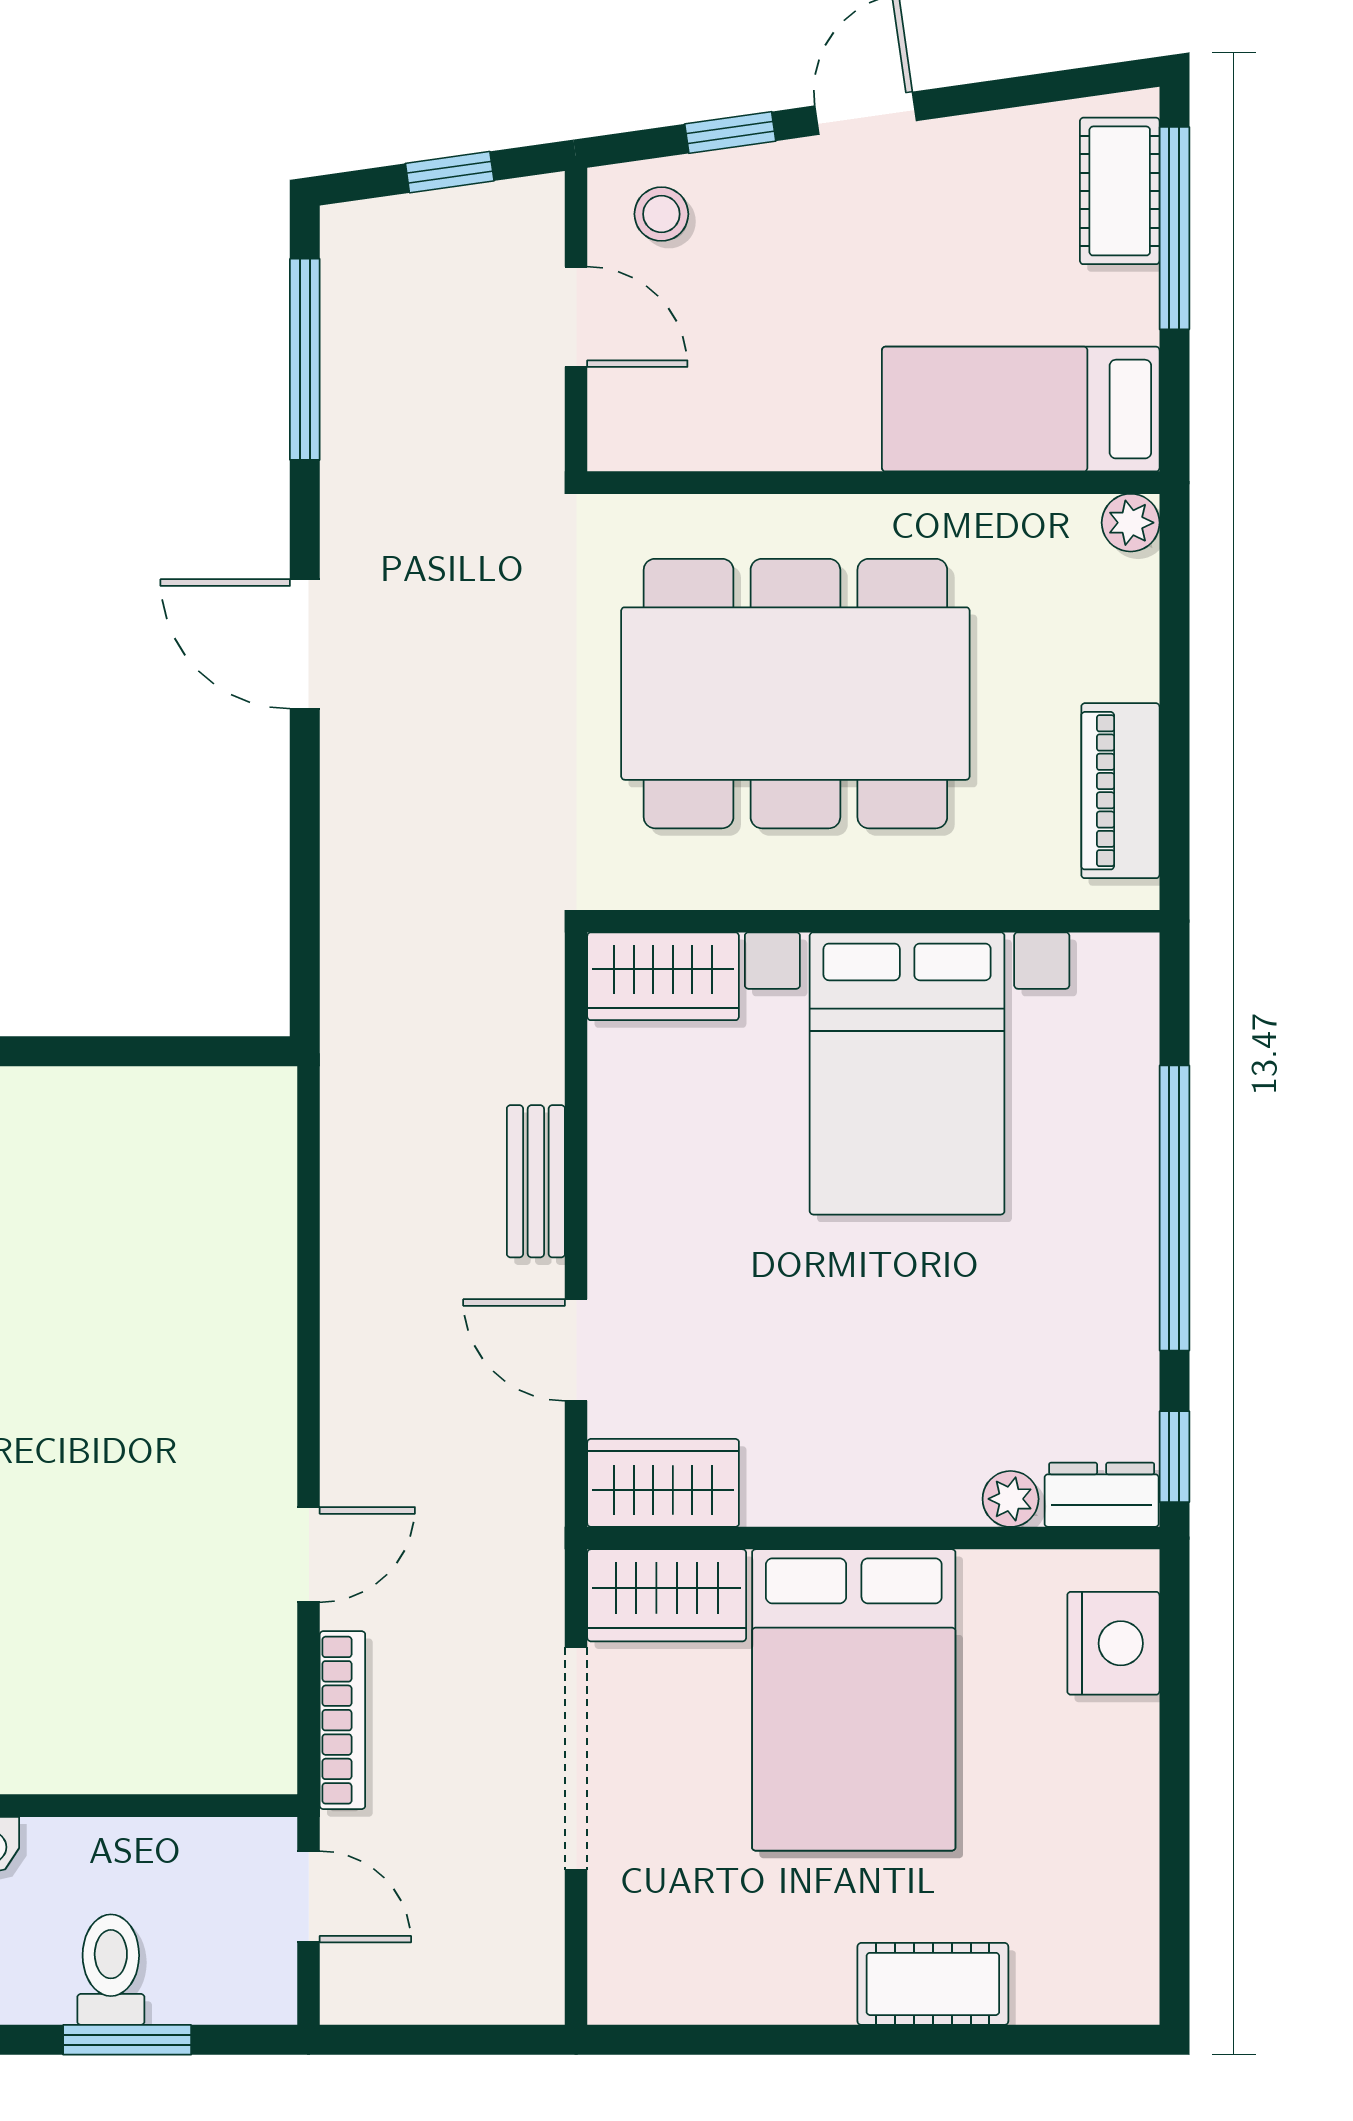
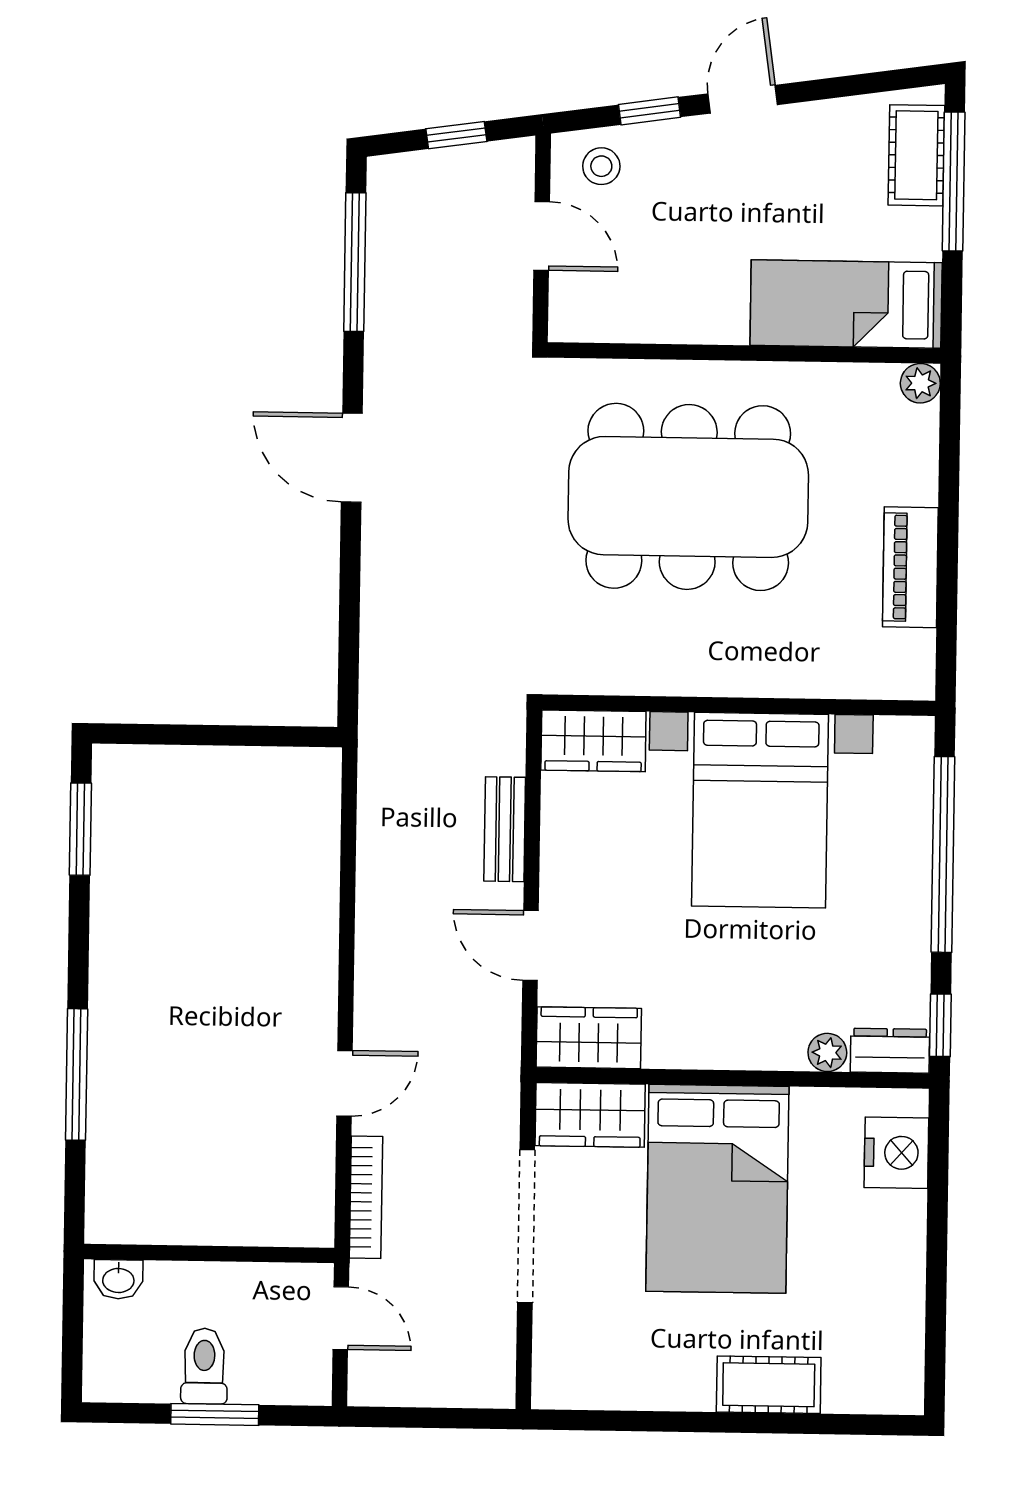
wall: (873, 921) -> (739, 705), moved
wardrobe: (663, 976) -> (593, 741), moved
bed with nightstands: (907, 1073) -> (760, 810), moved

